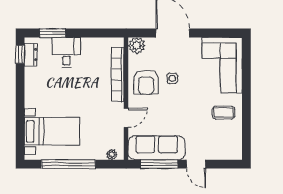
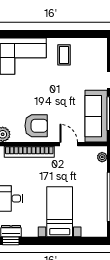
side table: (172, 78) -> (33, 102), removed
bed with nightstands: (52, 131) -> (60, 212), moved

